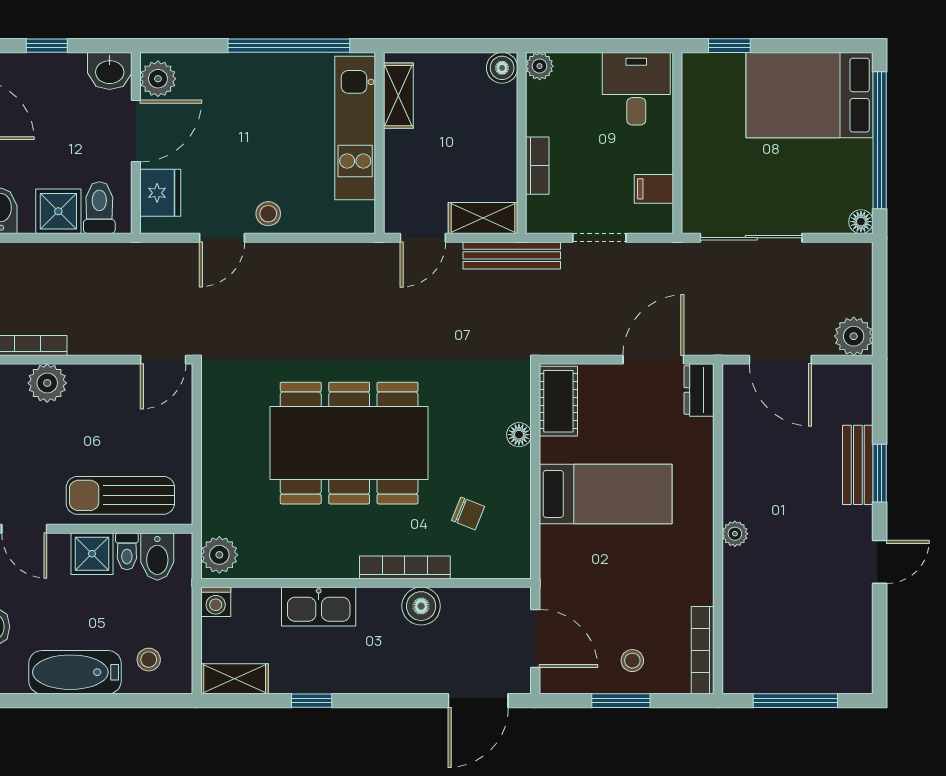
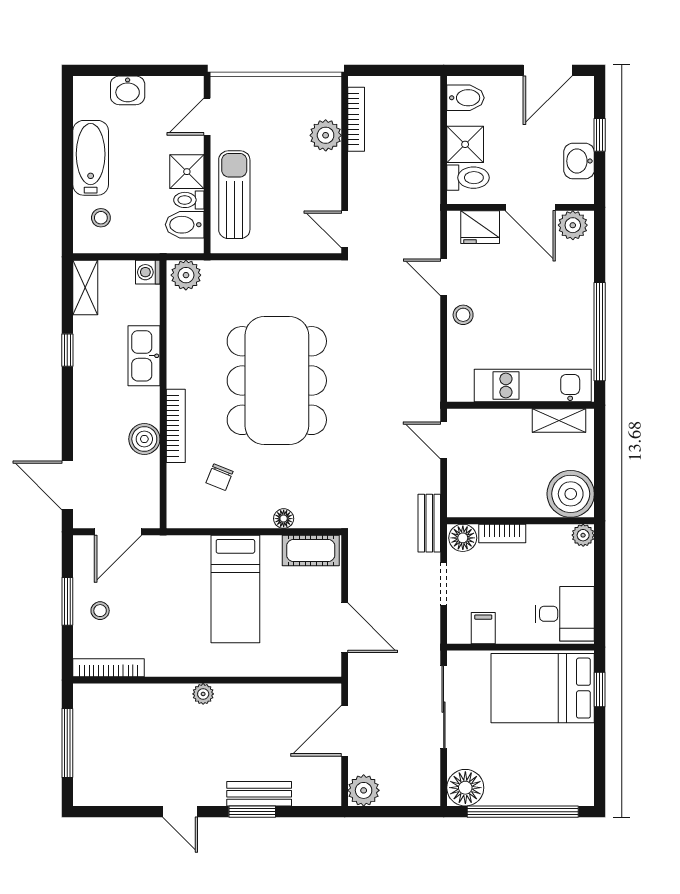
boiler: (502, 68) -> (571, 494), width x1.86, depth x1.86
washbasin: (110, 71) -> (579, 161), moved
bed: (810, 95) -> (543, 688), moved, turned -90
floor lamp: (543, 214) -> (463, 538), added
shelving: (483, 218) -> (460, 489), removed
floor lamp: (861, 222) -> (465, 788), width x1.89, depth x1.89
bench: (512, 255) -> (429, 523), width x0.73
dresser: (699, 390) -> (320, 665), removed

